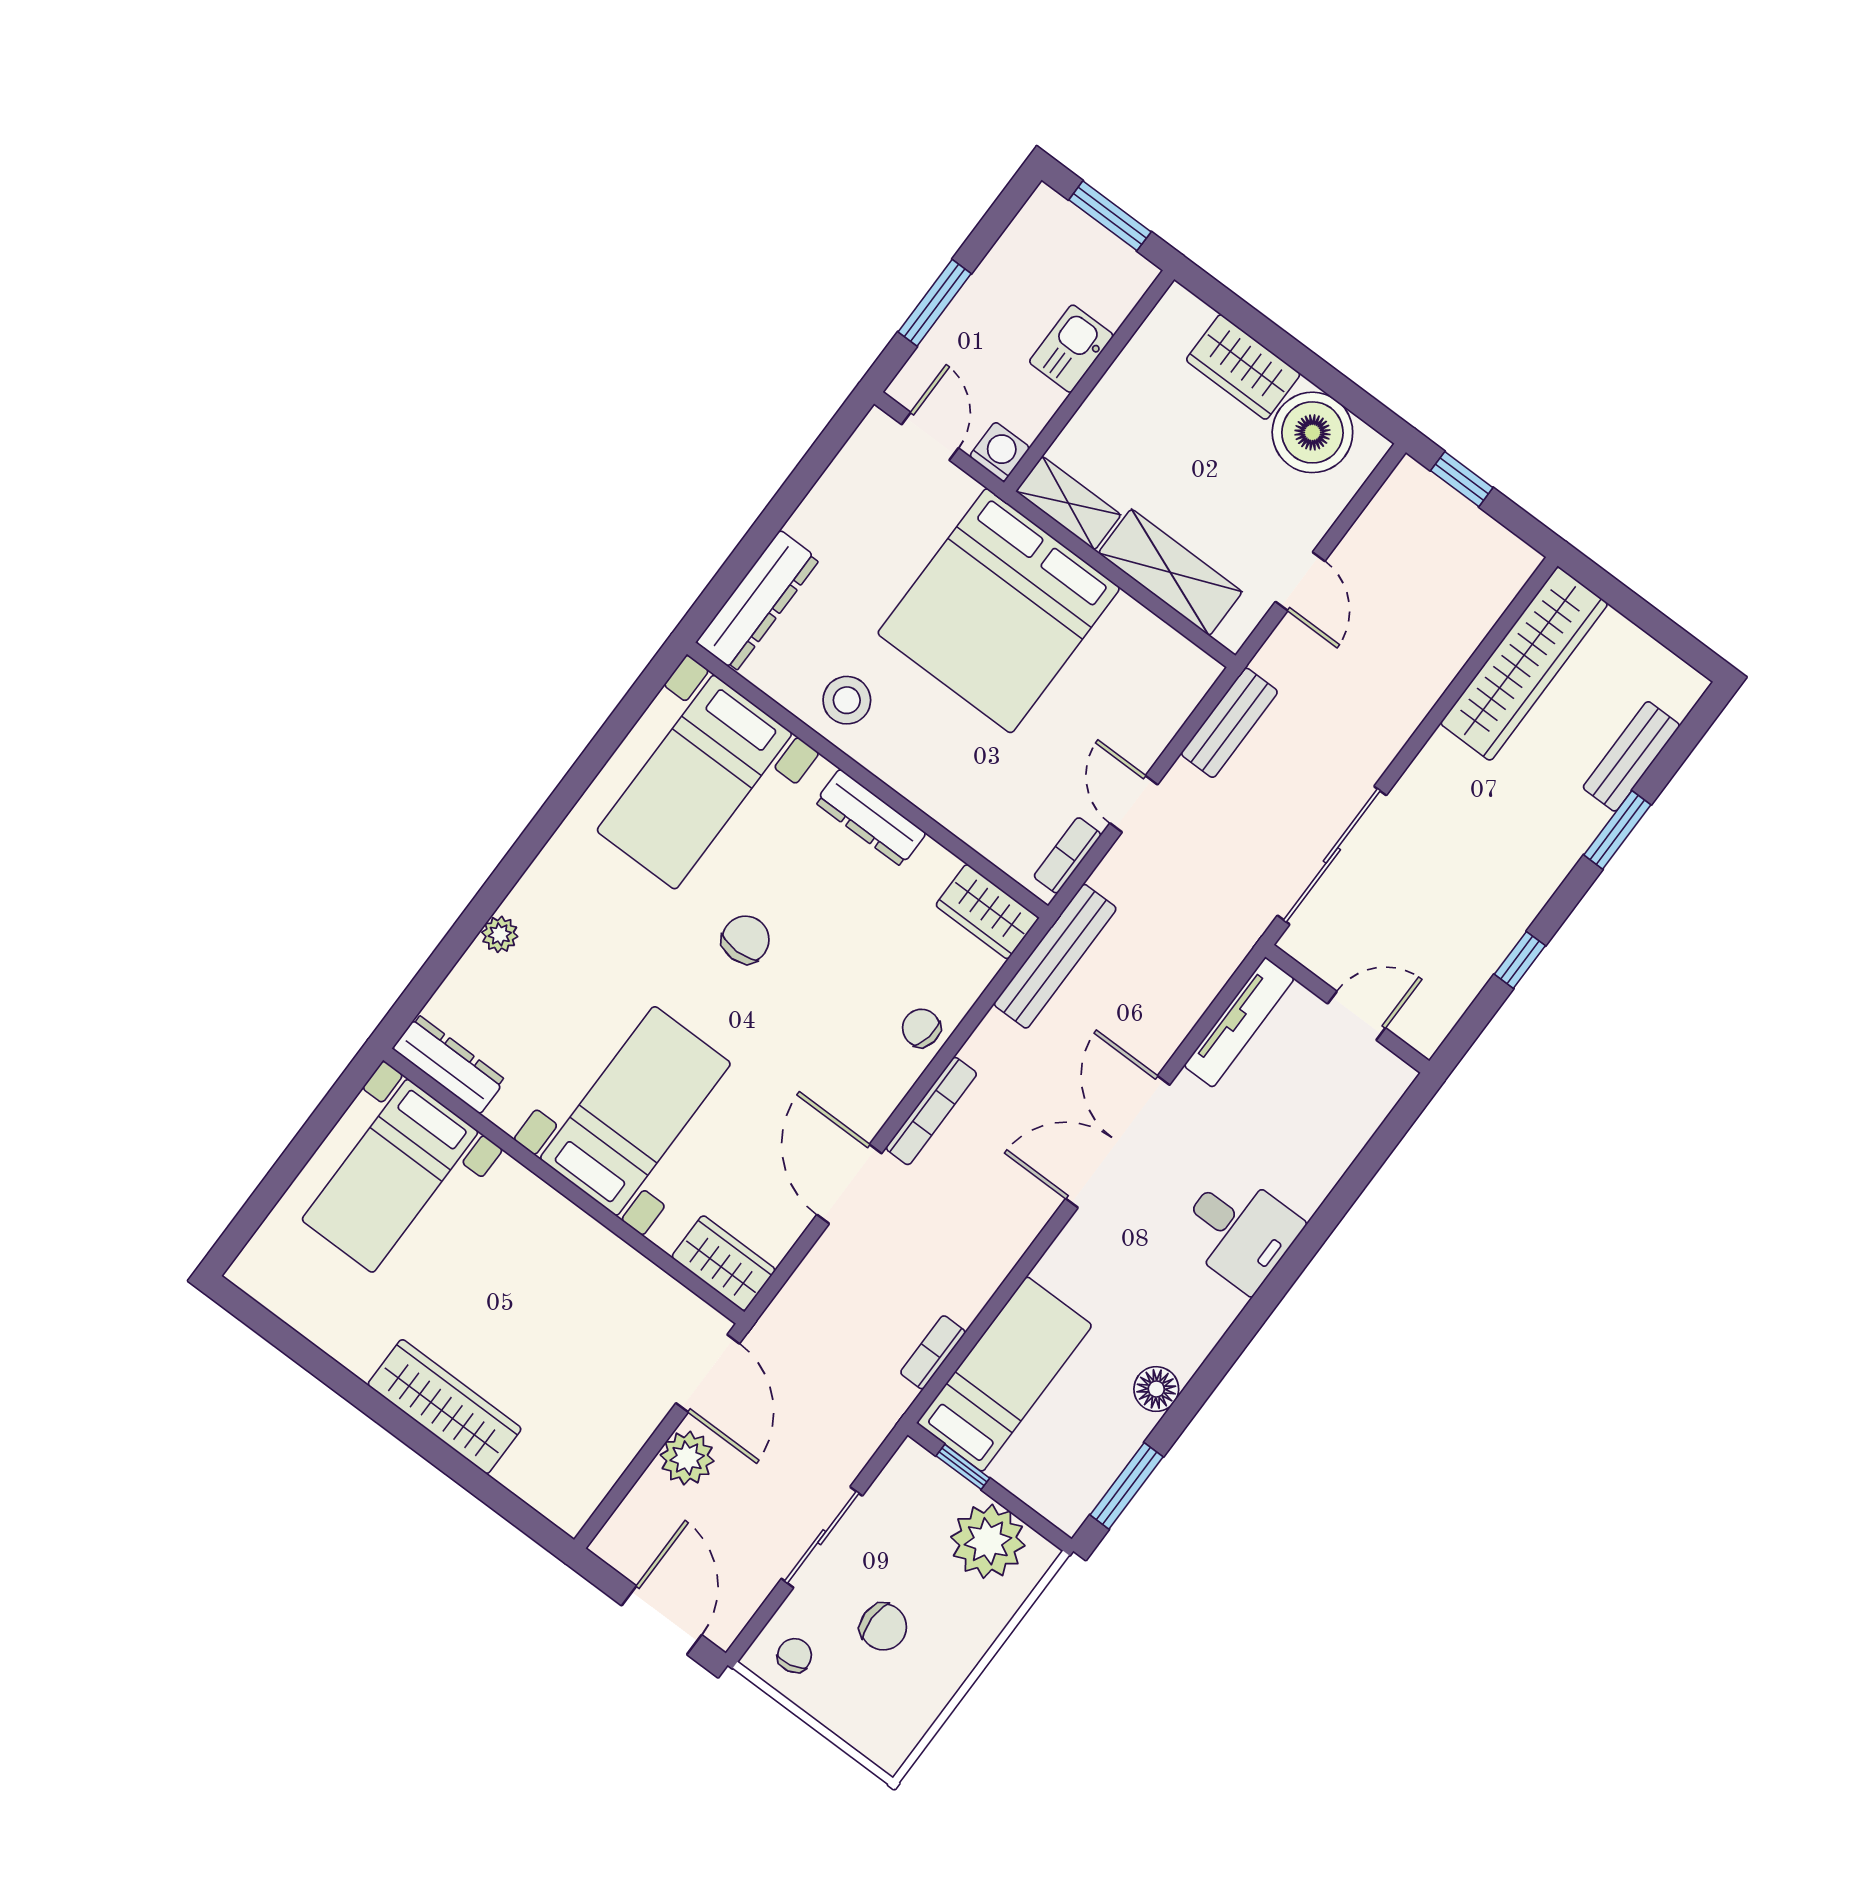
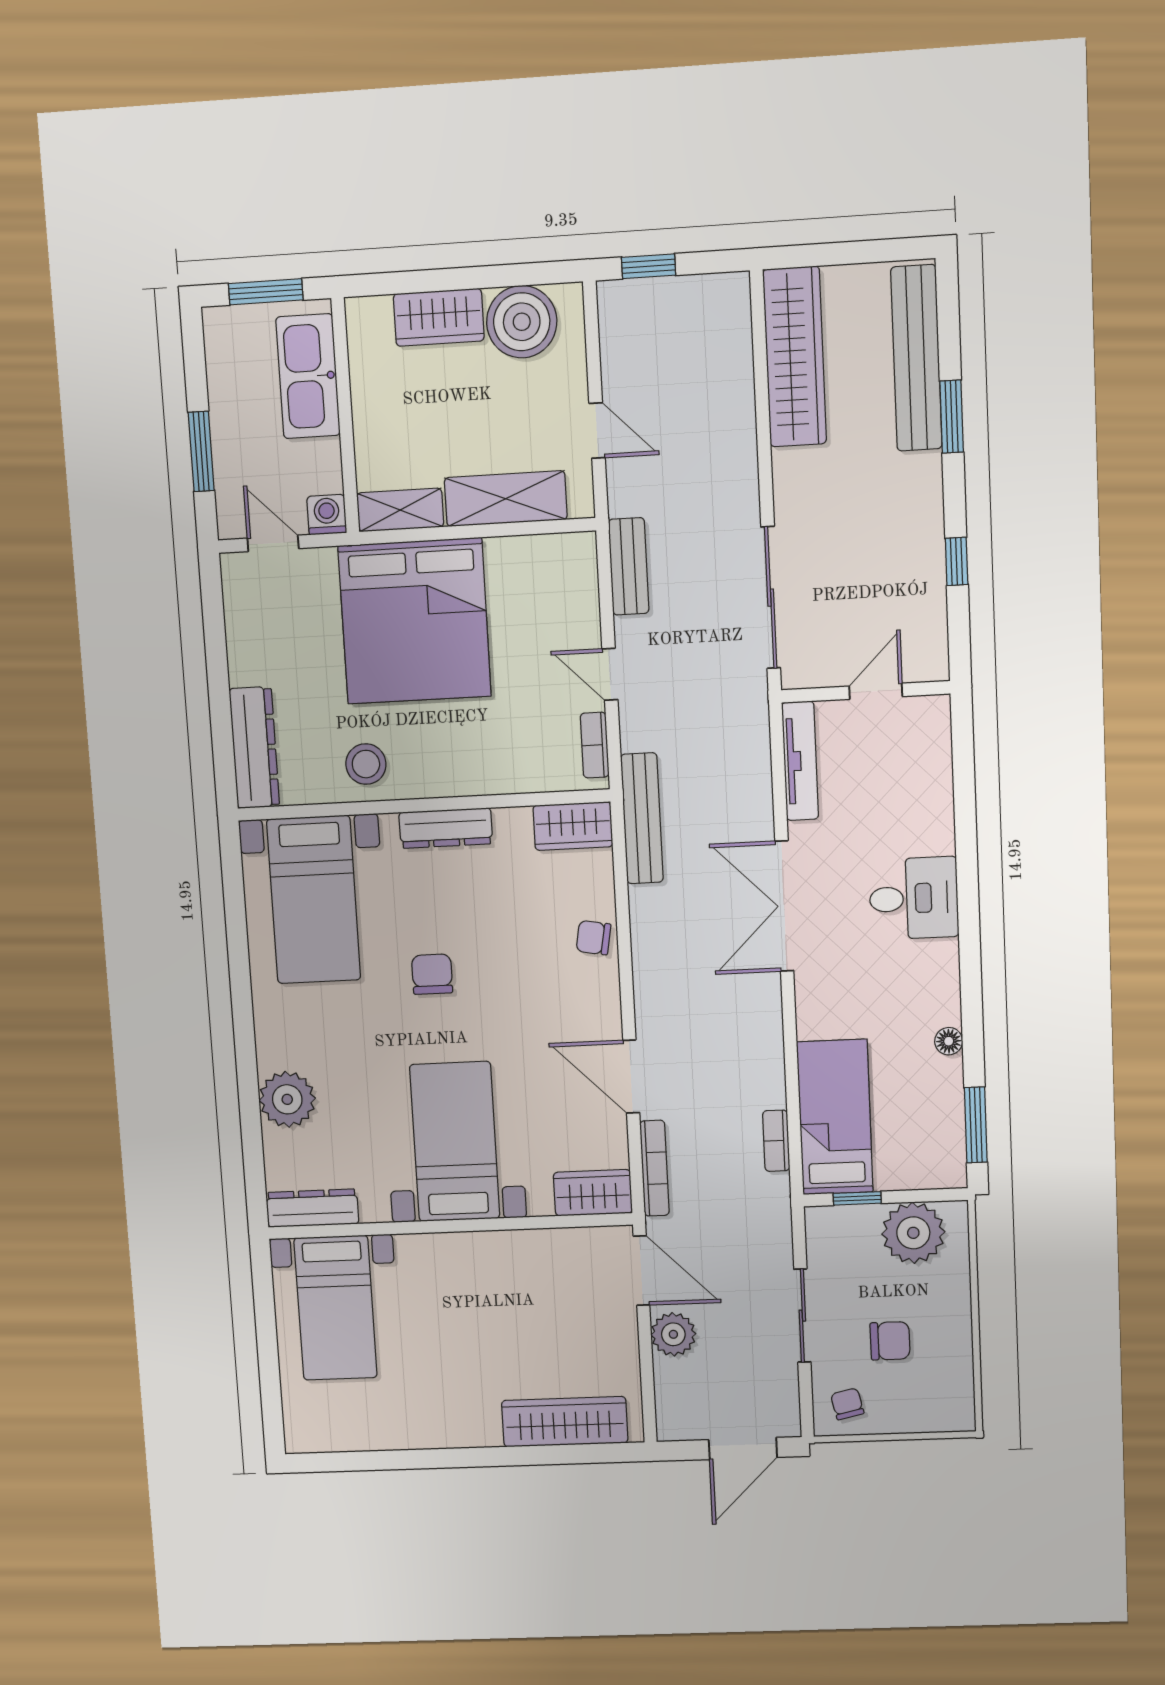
kitchen sink: (1071, 349) -> (308, 376), width x1.88, depth x1.24
bench: (1631, 756) -> (916, 358), width x1.86, depth x1.21
plant: (500, 934) -> (287, 1099), width x1.88, depth x1.88
bookcase: (931, 1111) -> (655, 1168), moved
floor lamp: (1156, 1389) -> (949, 1041), width x0.73, depth x0.73
wardrobe: (445, 1407) -> (565, 1422), moved
door: (662, 1620) -> (743, 1449), swing flipped

